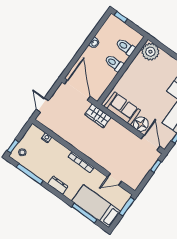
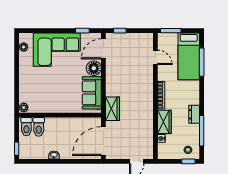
plant: (150, 52) -> (24, 107), width x0.53, depth x0.53
toilet: (114, 63) -> (26, 127), moved
wardrobe: (58, 150) -> (164, 122), added
dresser: (58, 185) -> (194, 114), moved

